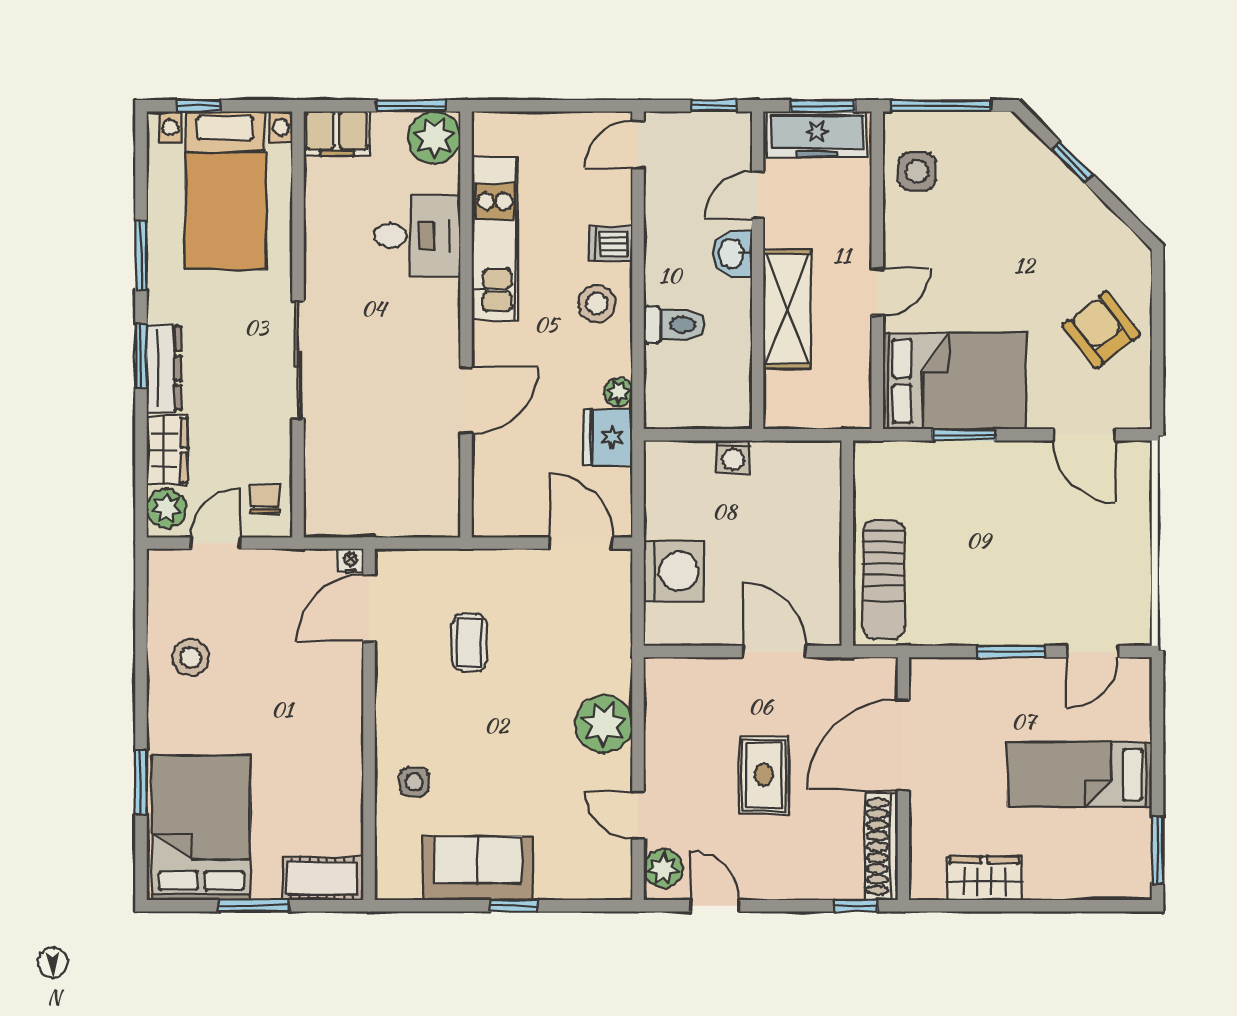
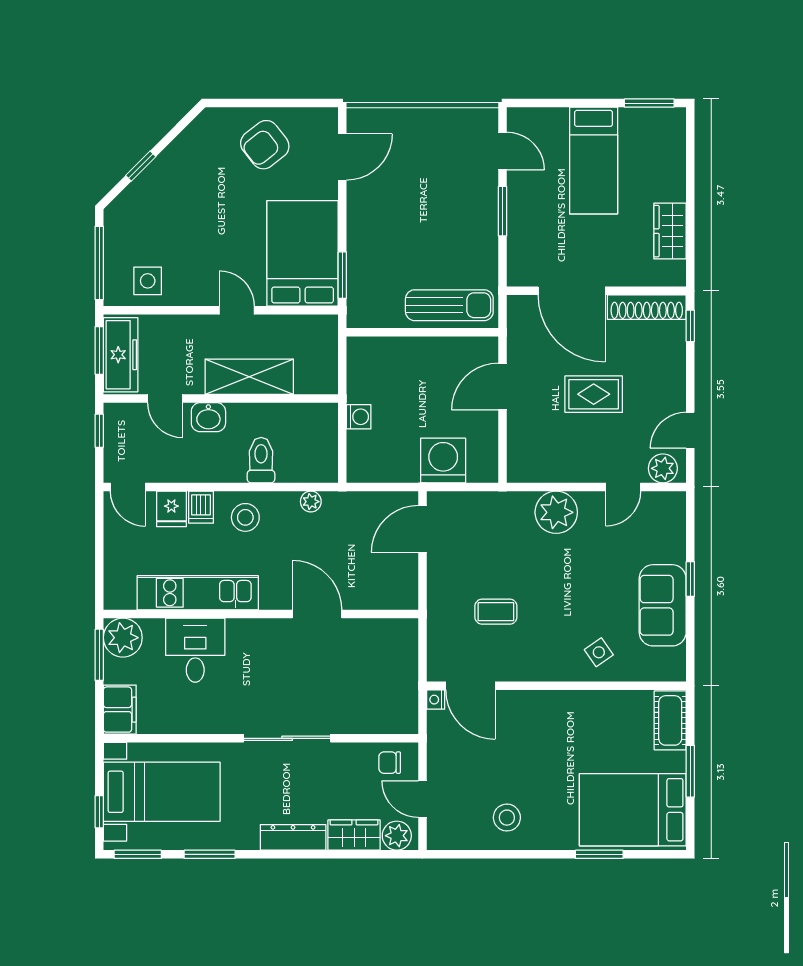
window: (141, 356) -> (138, 854), moved
window: (964, 435) -> (342, 275), moved
fridge: (608, 437) -> (171, 509), moved, width x0.72
side table: (414, 782) -> (599, 652), turned -35

